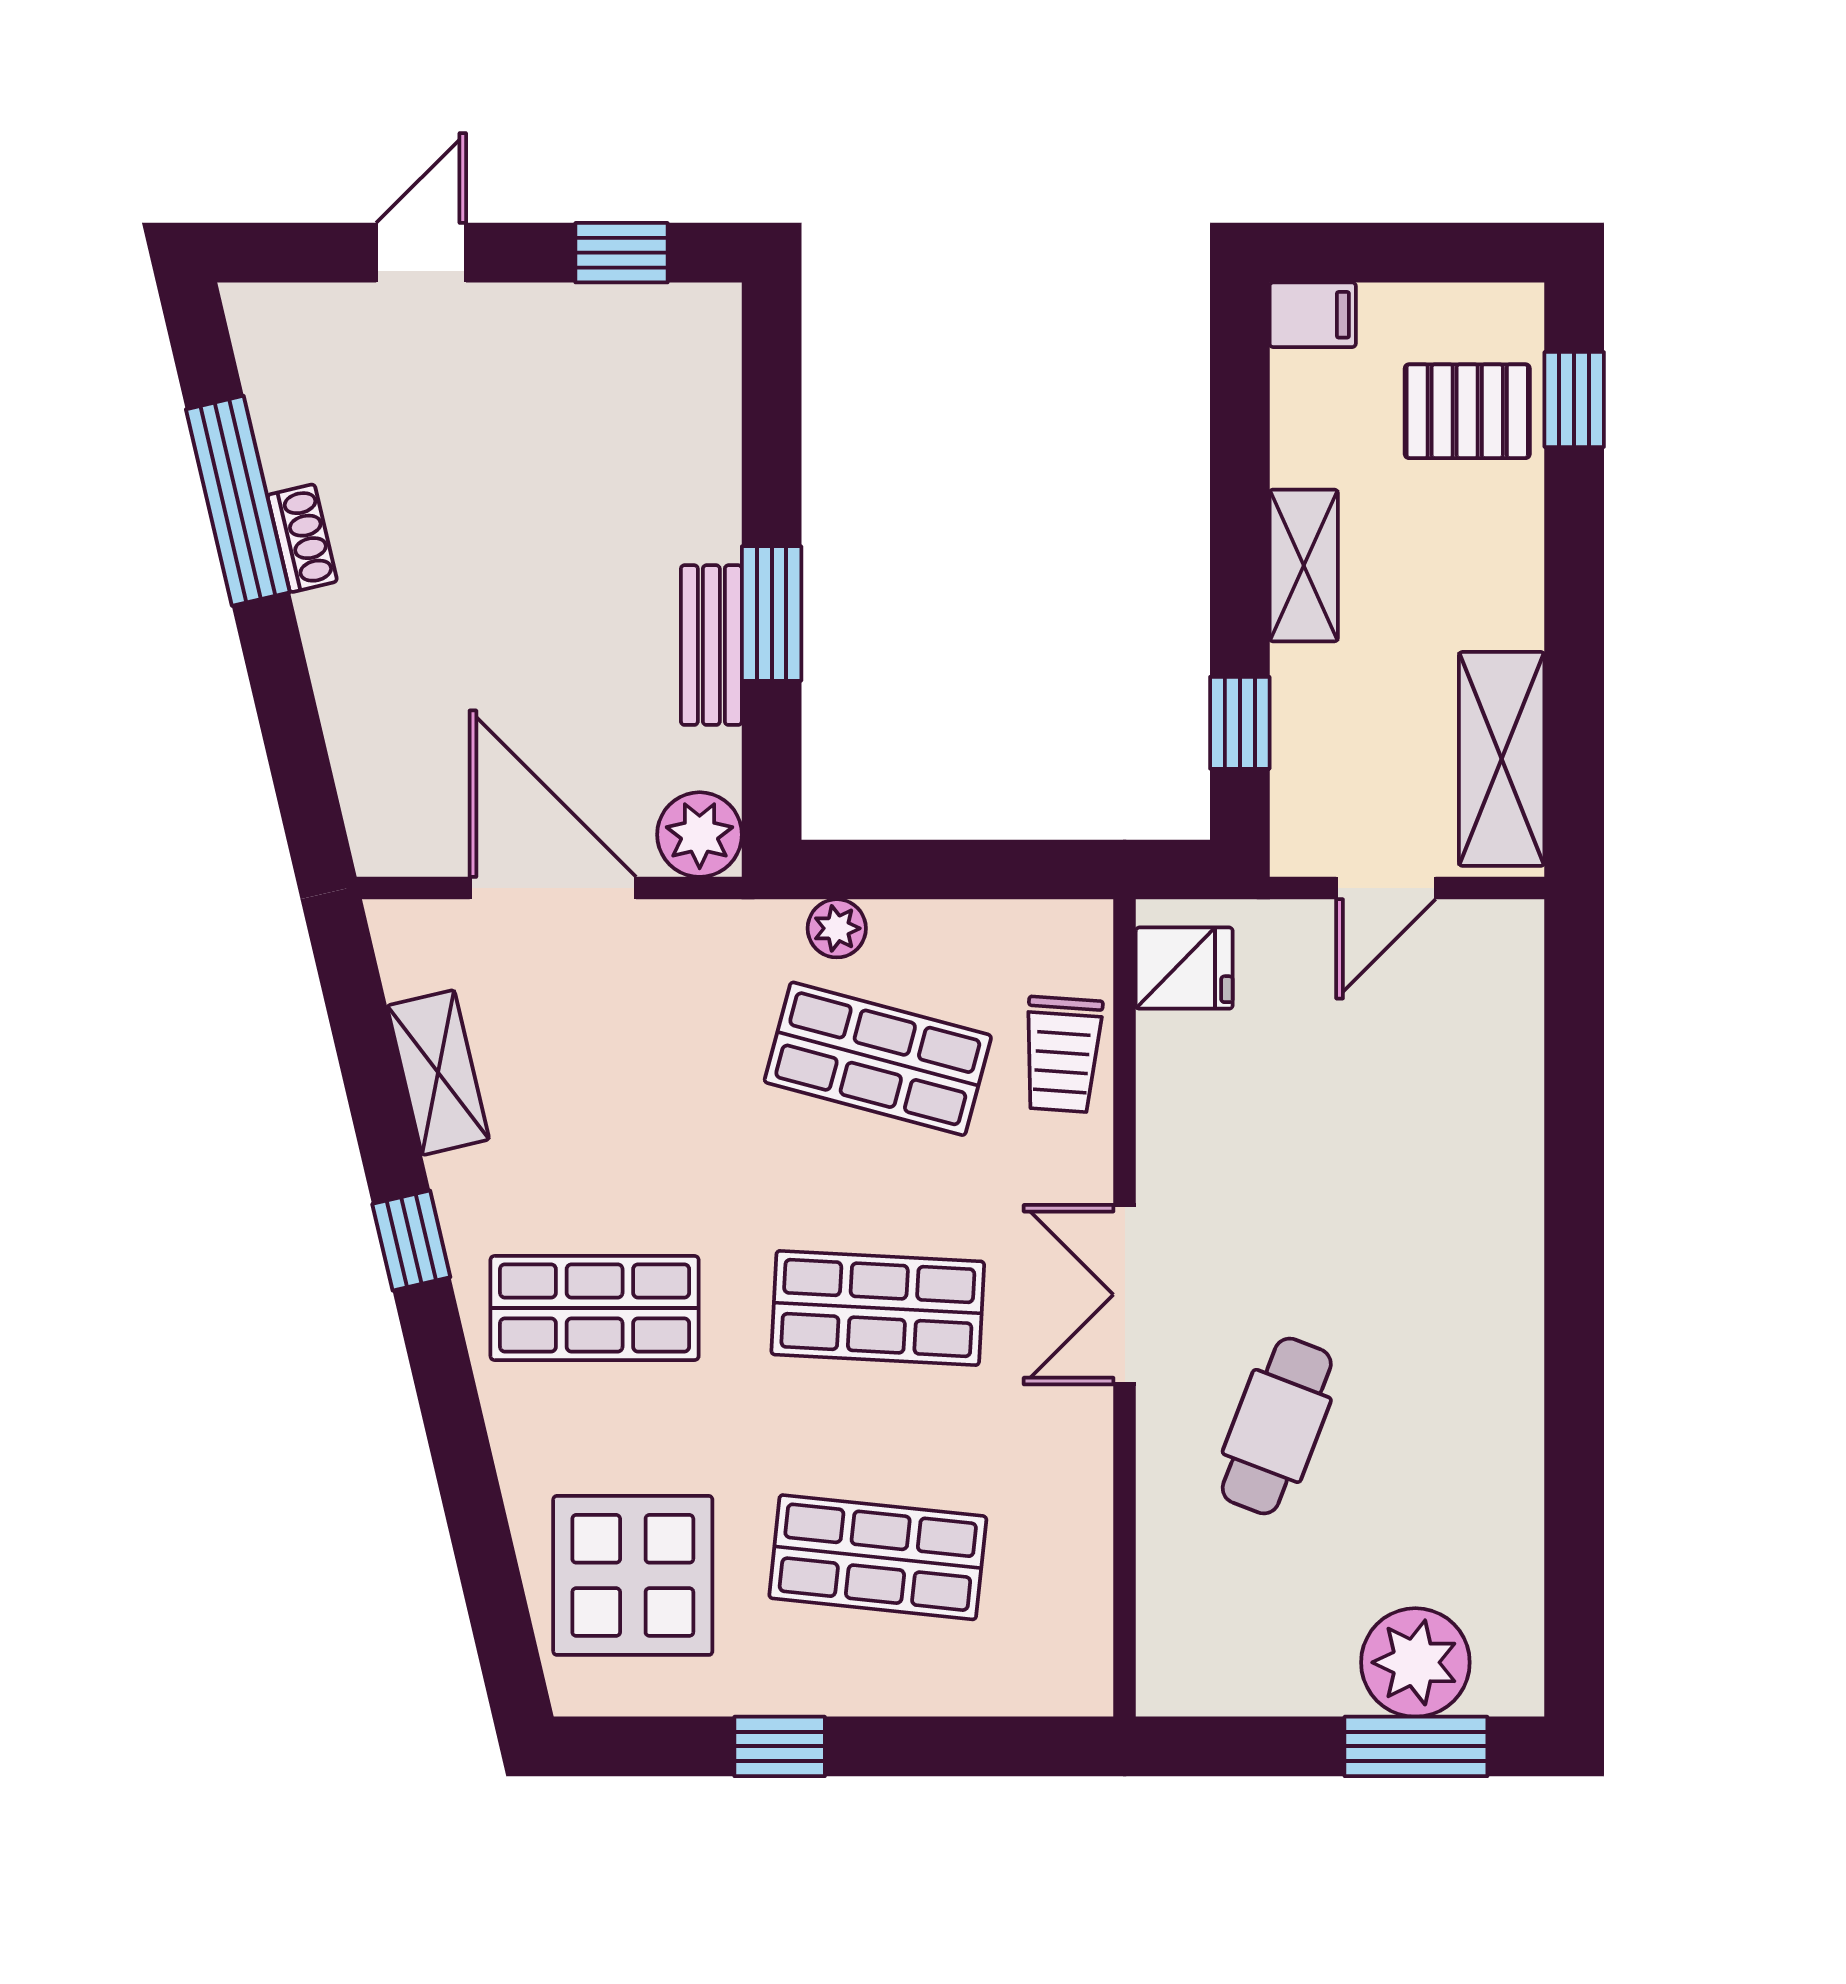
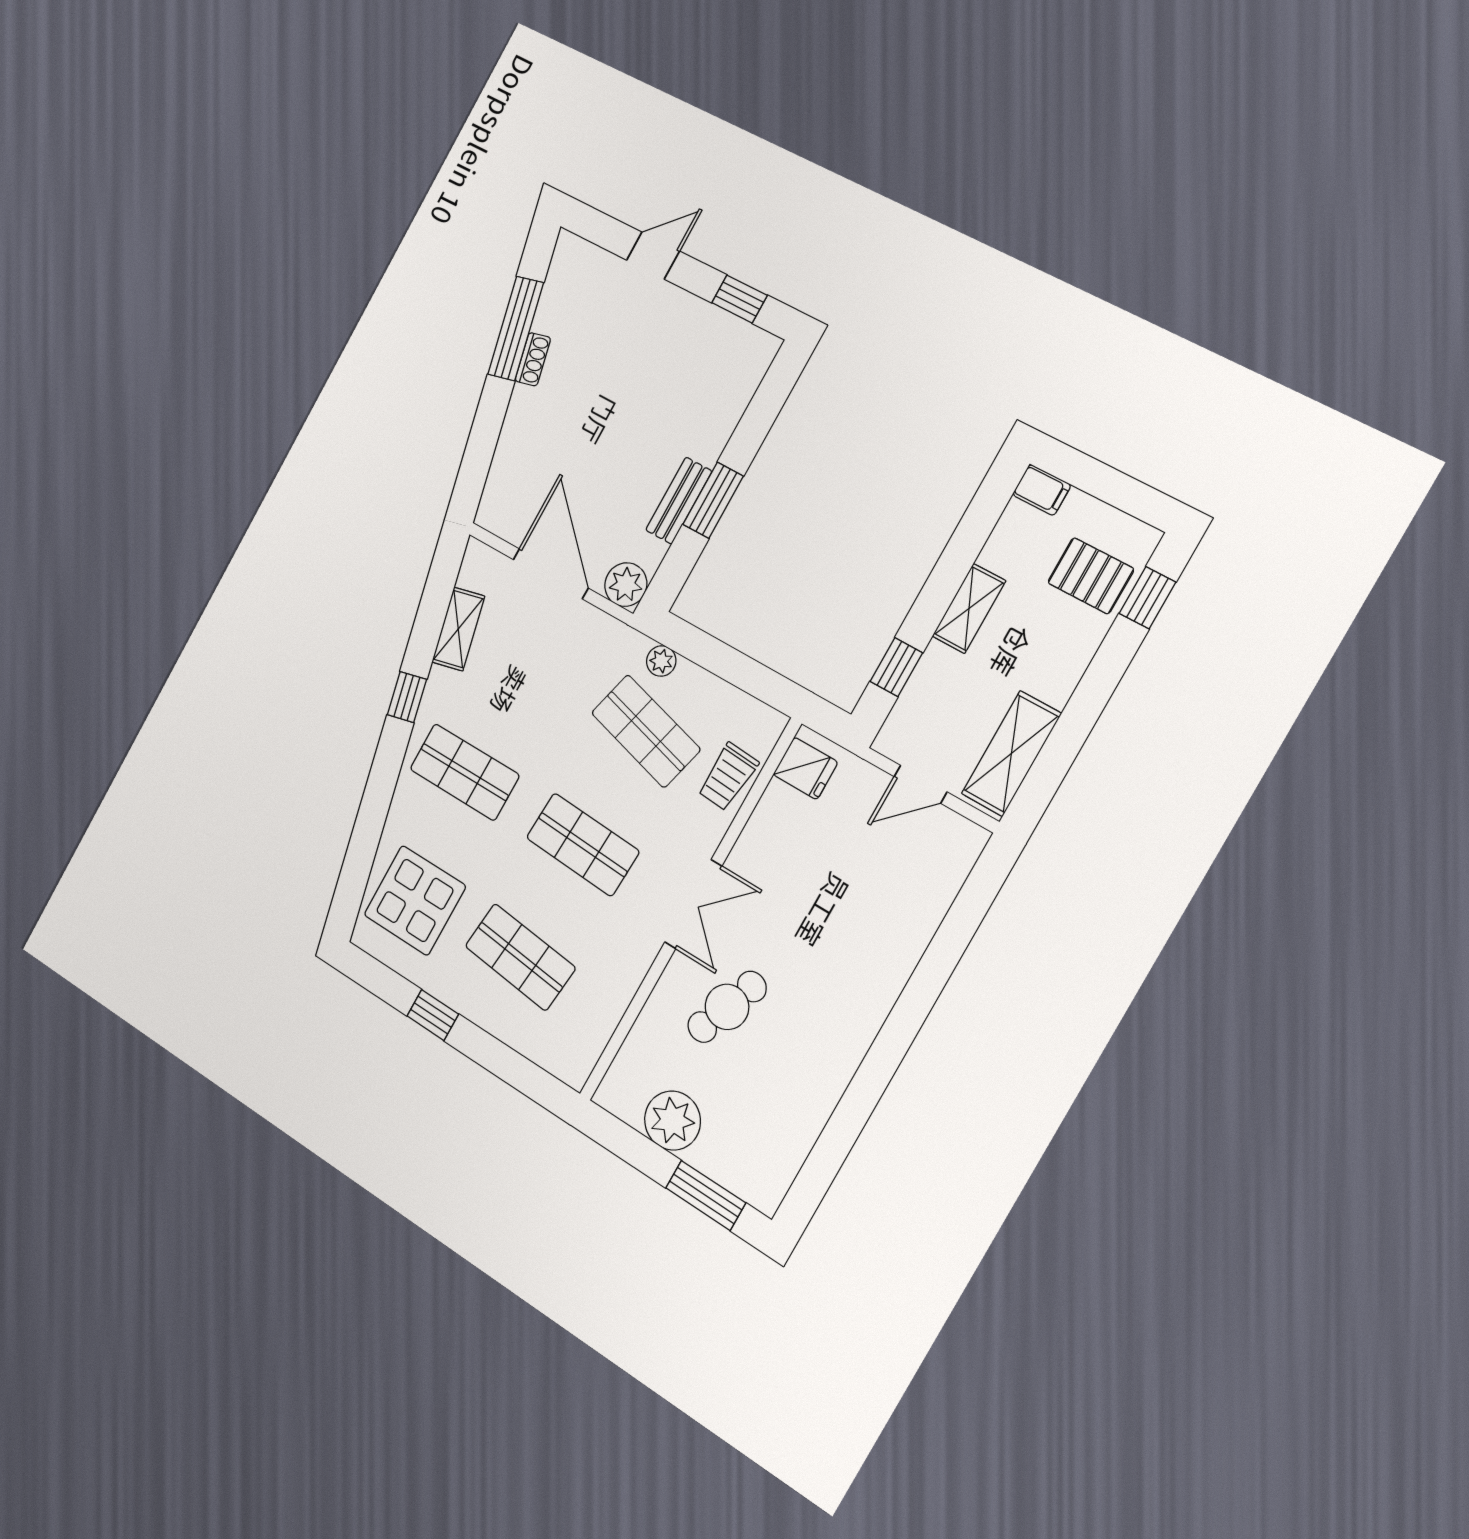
double door: (1125, 1295) -> (693, 904), swing flipped
plant: (1415, 1662) -> (672, 1121), moved

